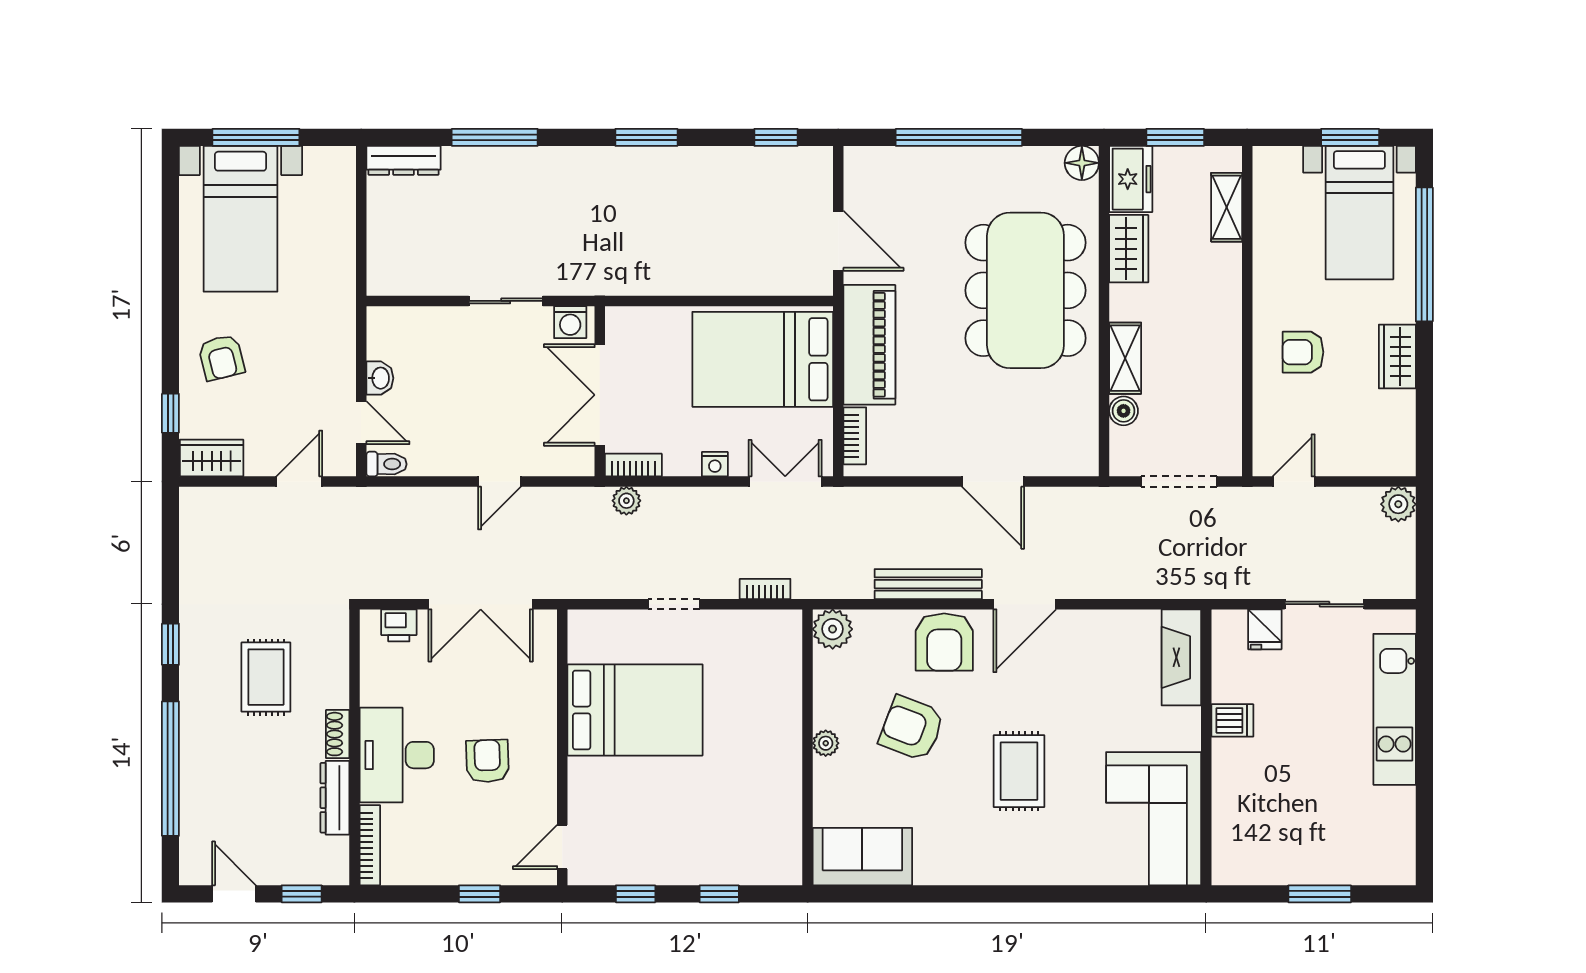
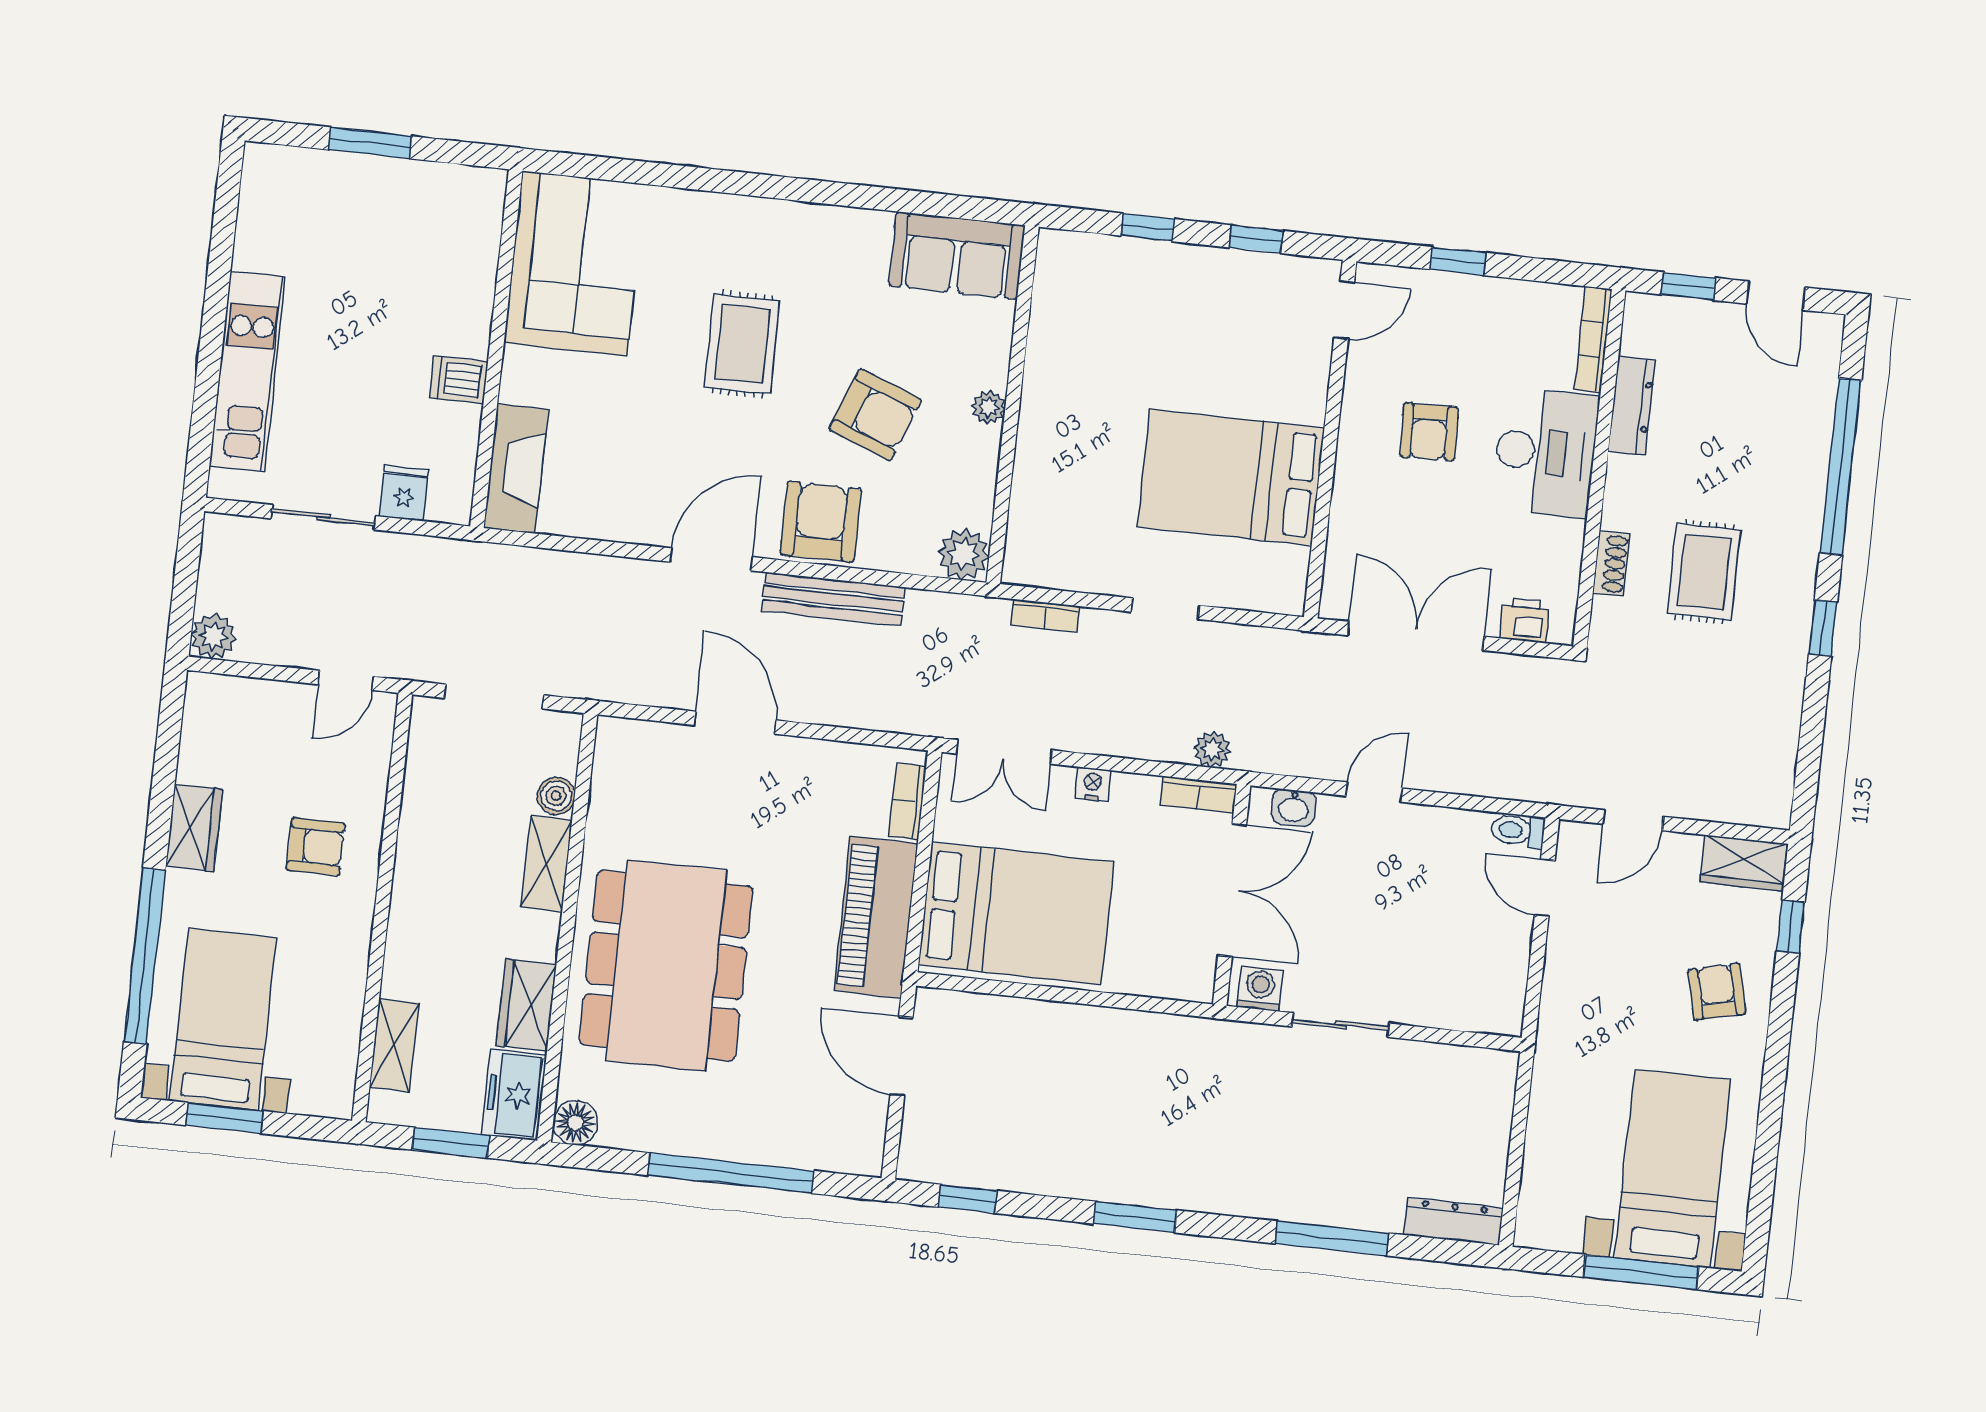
washbasin: (380, 378) -> (1294, 808), moved, turned -90
shoe rack: (338, 734) -> (1611, 564), moved

